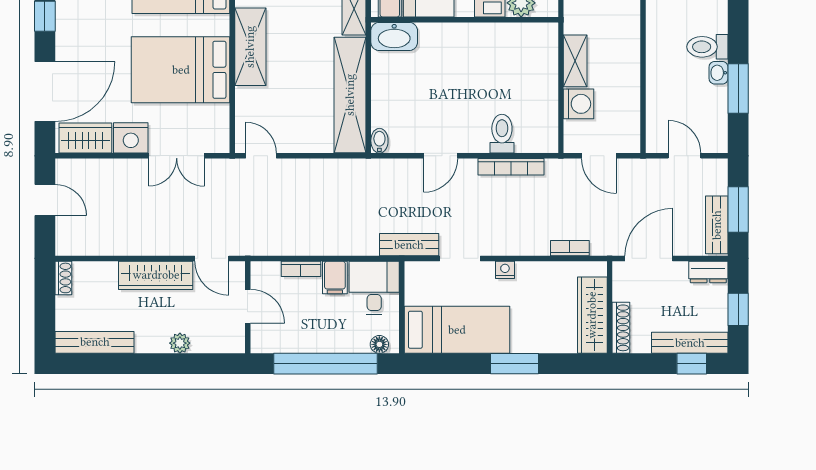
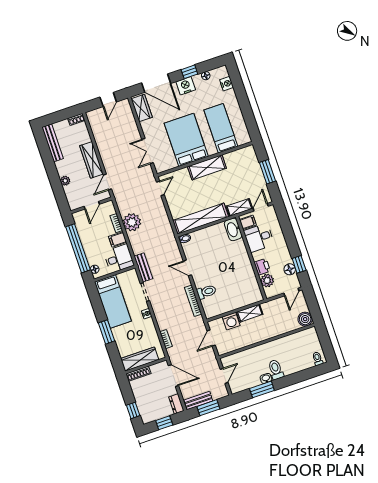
nightstand: (131, 138) -> (186, 86), moved, turned 90
plant: (310, 237) -> (132, 222), added
bench: (690, 343) -> (142, 406), removed

